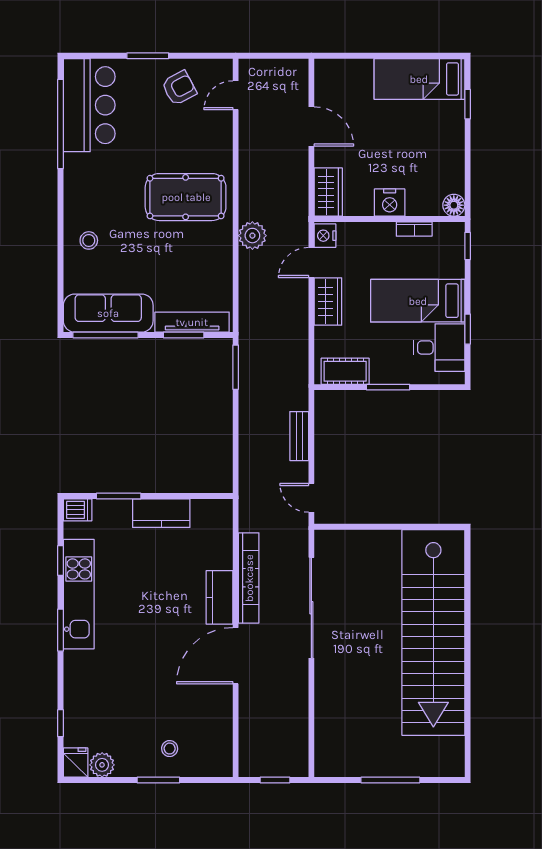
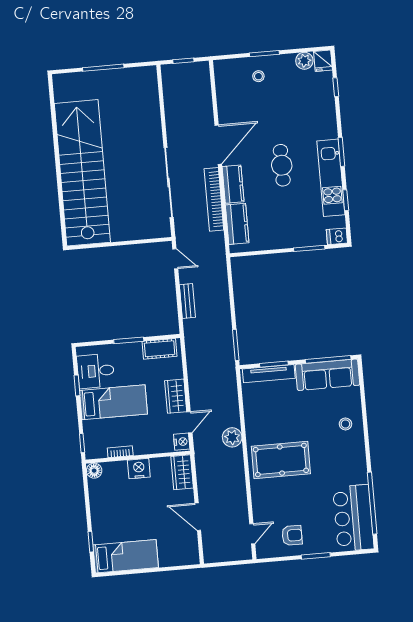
armchair: (179, 88) -> (292, 535), turned -152
kitchen counter: (161, 513) -> (237, 224), moved, turned 90
cafe table: (147, 618) -> (282, 165), added

